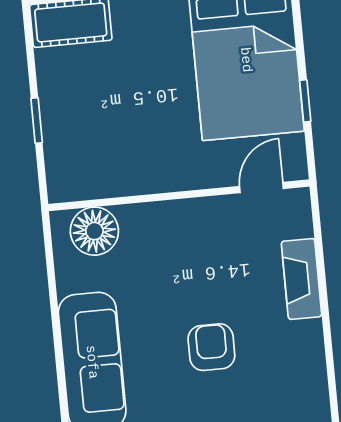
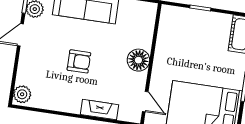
floor lamp: (94, 231) -> (138, 60), moved

